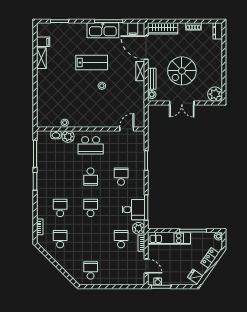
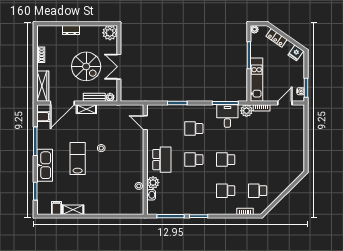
kitchen sink: (103, 30) -> (45, 165), moved
dresser: (218, 31) -> (71, 30), moved
double door: (182, 103) -> (119, 67), swing flipped
school desk: (91, 177) -> (194, 160), turned 180
school desk: (121, 239) -> (258, 129), removed
school desk: (91, 270) -> (289, 160), removed

